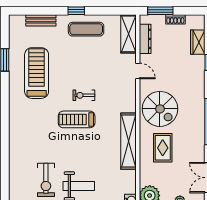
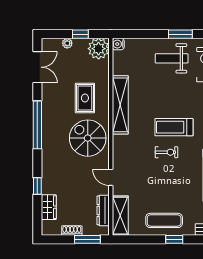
treadmill: (77, 119) -> (174, 127), turned 180

